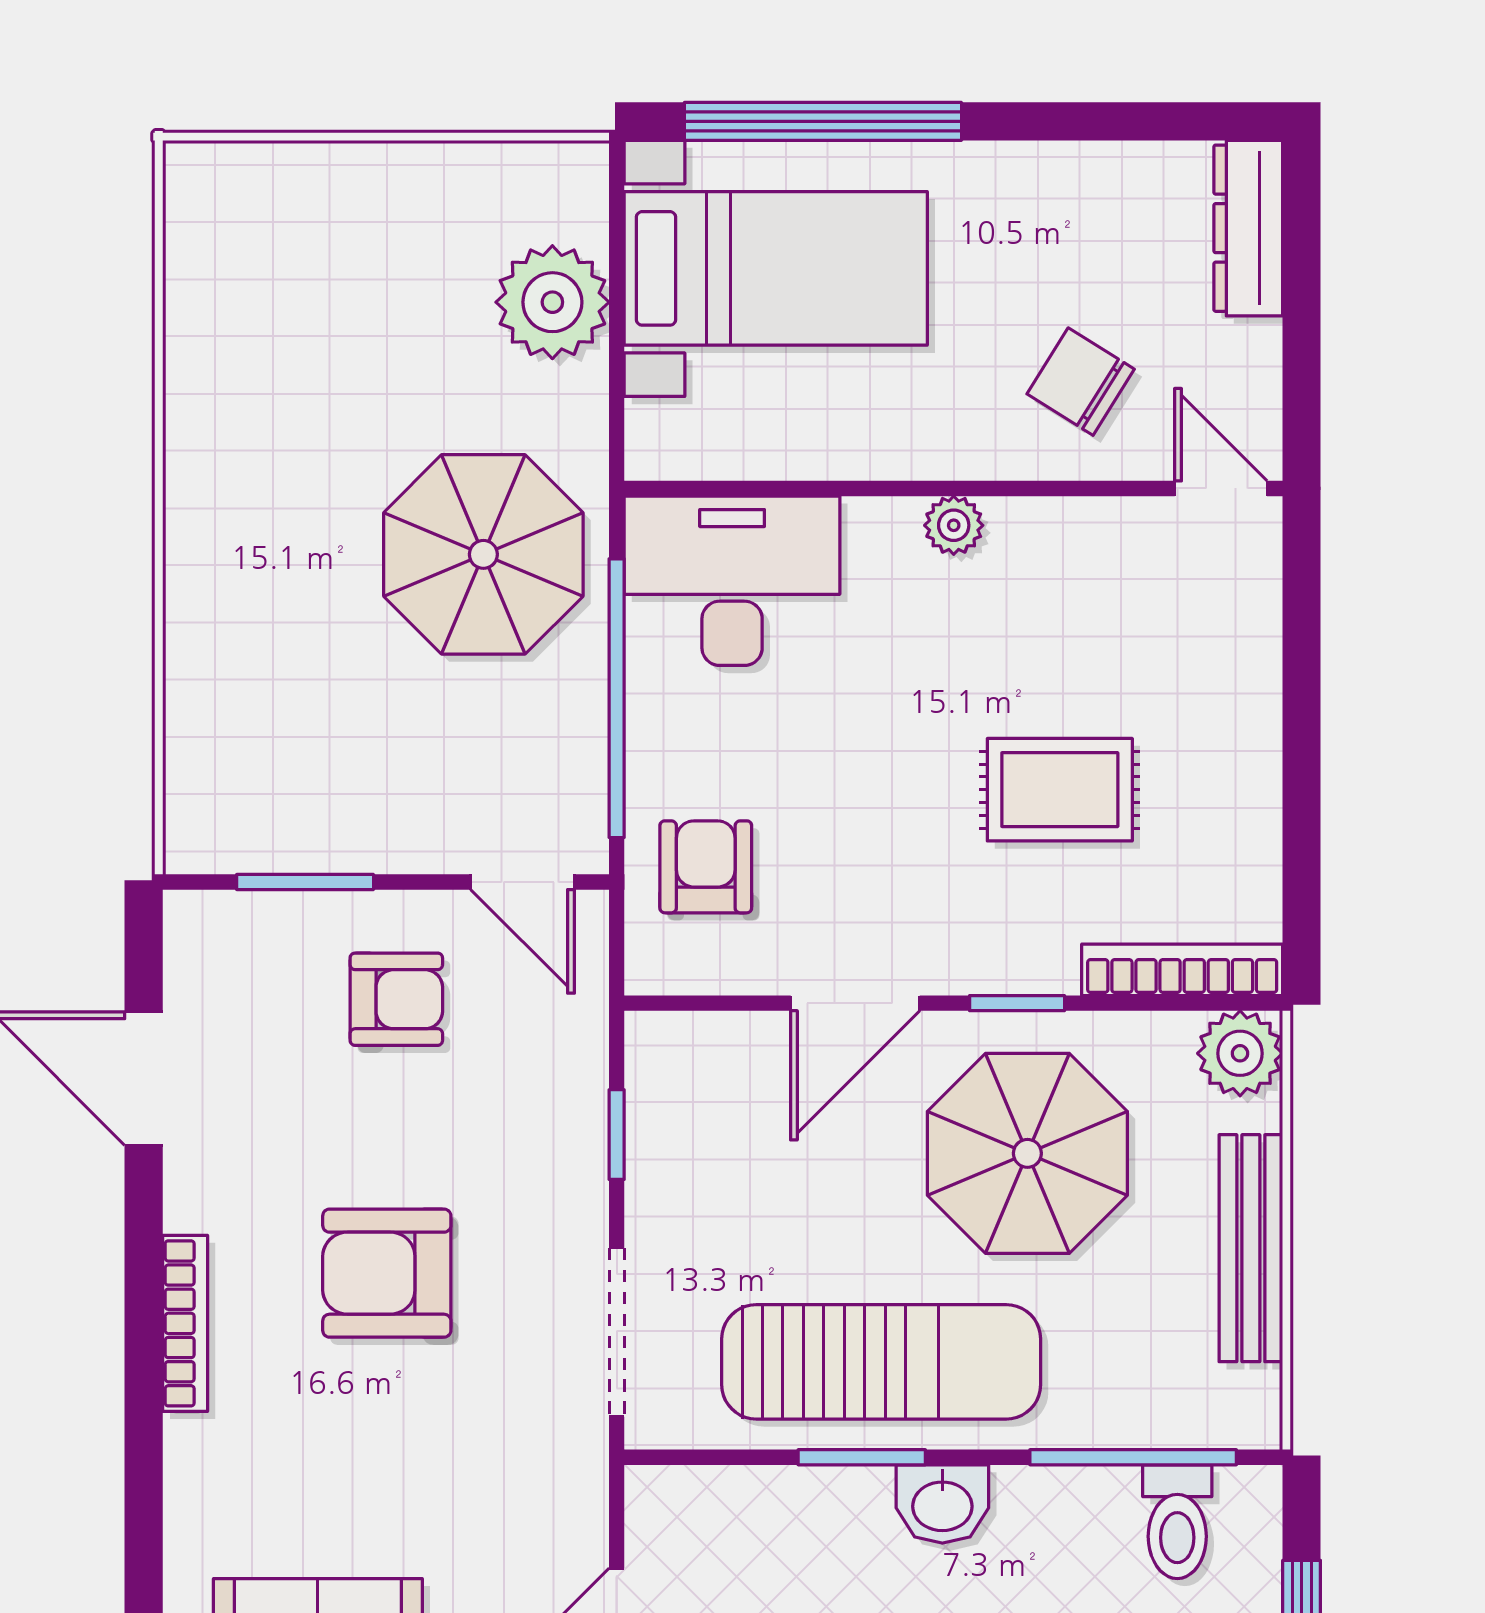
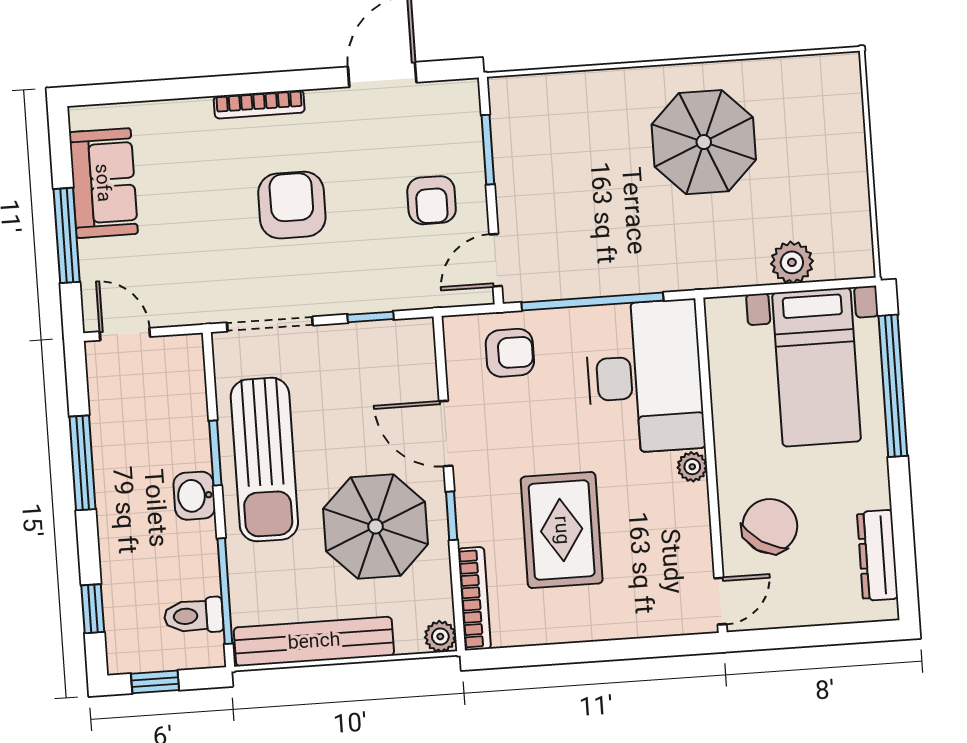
dresser: (1248, 228) -> (878, 555), moved, turned -90
plant: (552, 302) -> (792, 262), width x0.73, depth x0.73
chair: (1081, 382) -> (770, 526), width x1.37, depth x1.37
parasol: (483, 554) -> (704, 142), moved
desk: (732, 581) -> (645, 377), width x1.36, depth x1.30
rug: (1060, 790) -> (562, 530), width x1.36, depth x1.43
plant: (1240, 1053) -> (440, 636), width x0.73, depth x0.73
bench: (1251, 1248) -> (314, 641), width x1.37, depth x1.21

